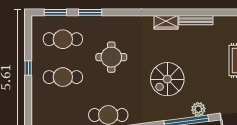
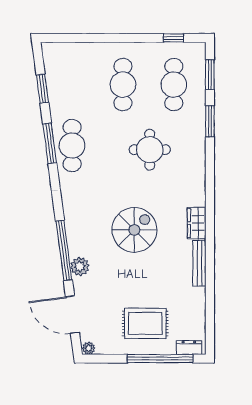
window: (28, 68) -> (174, 38), moved
spiral stairs: (167, 79) -> (134, 230), moved, turned 90

